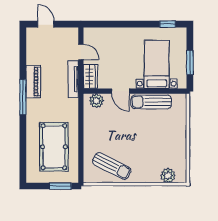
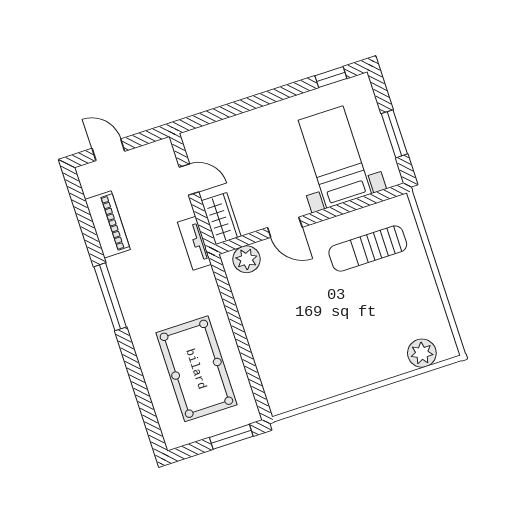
tv unit: (73, 79) -> (195, 243), width x0.71
piano: (33, 82) -> (108, 225), moved
sun lounger: (151, 102) -> (368, 249), moved
sun lounger: (112, 166) -> (313, 369), removed

